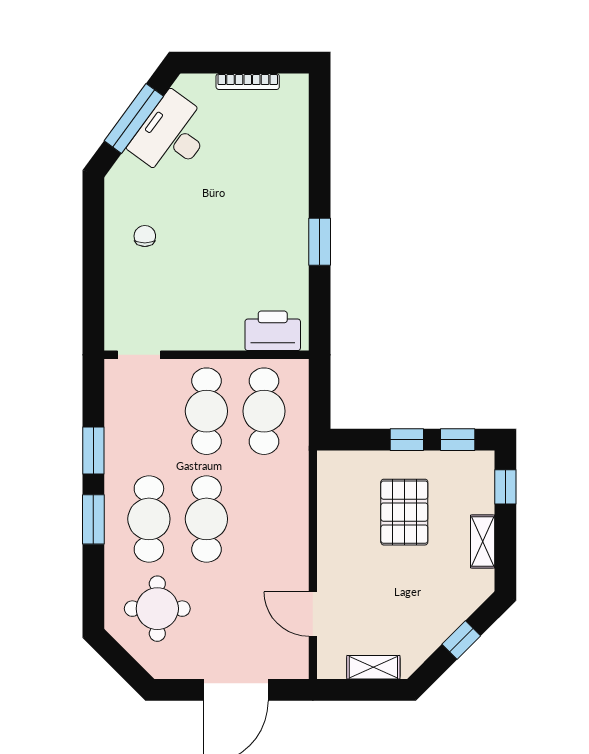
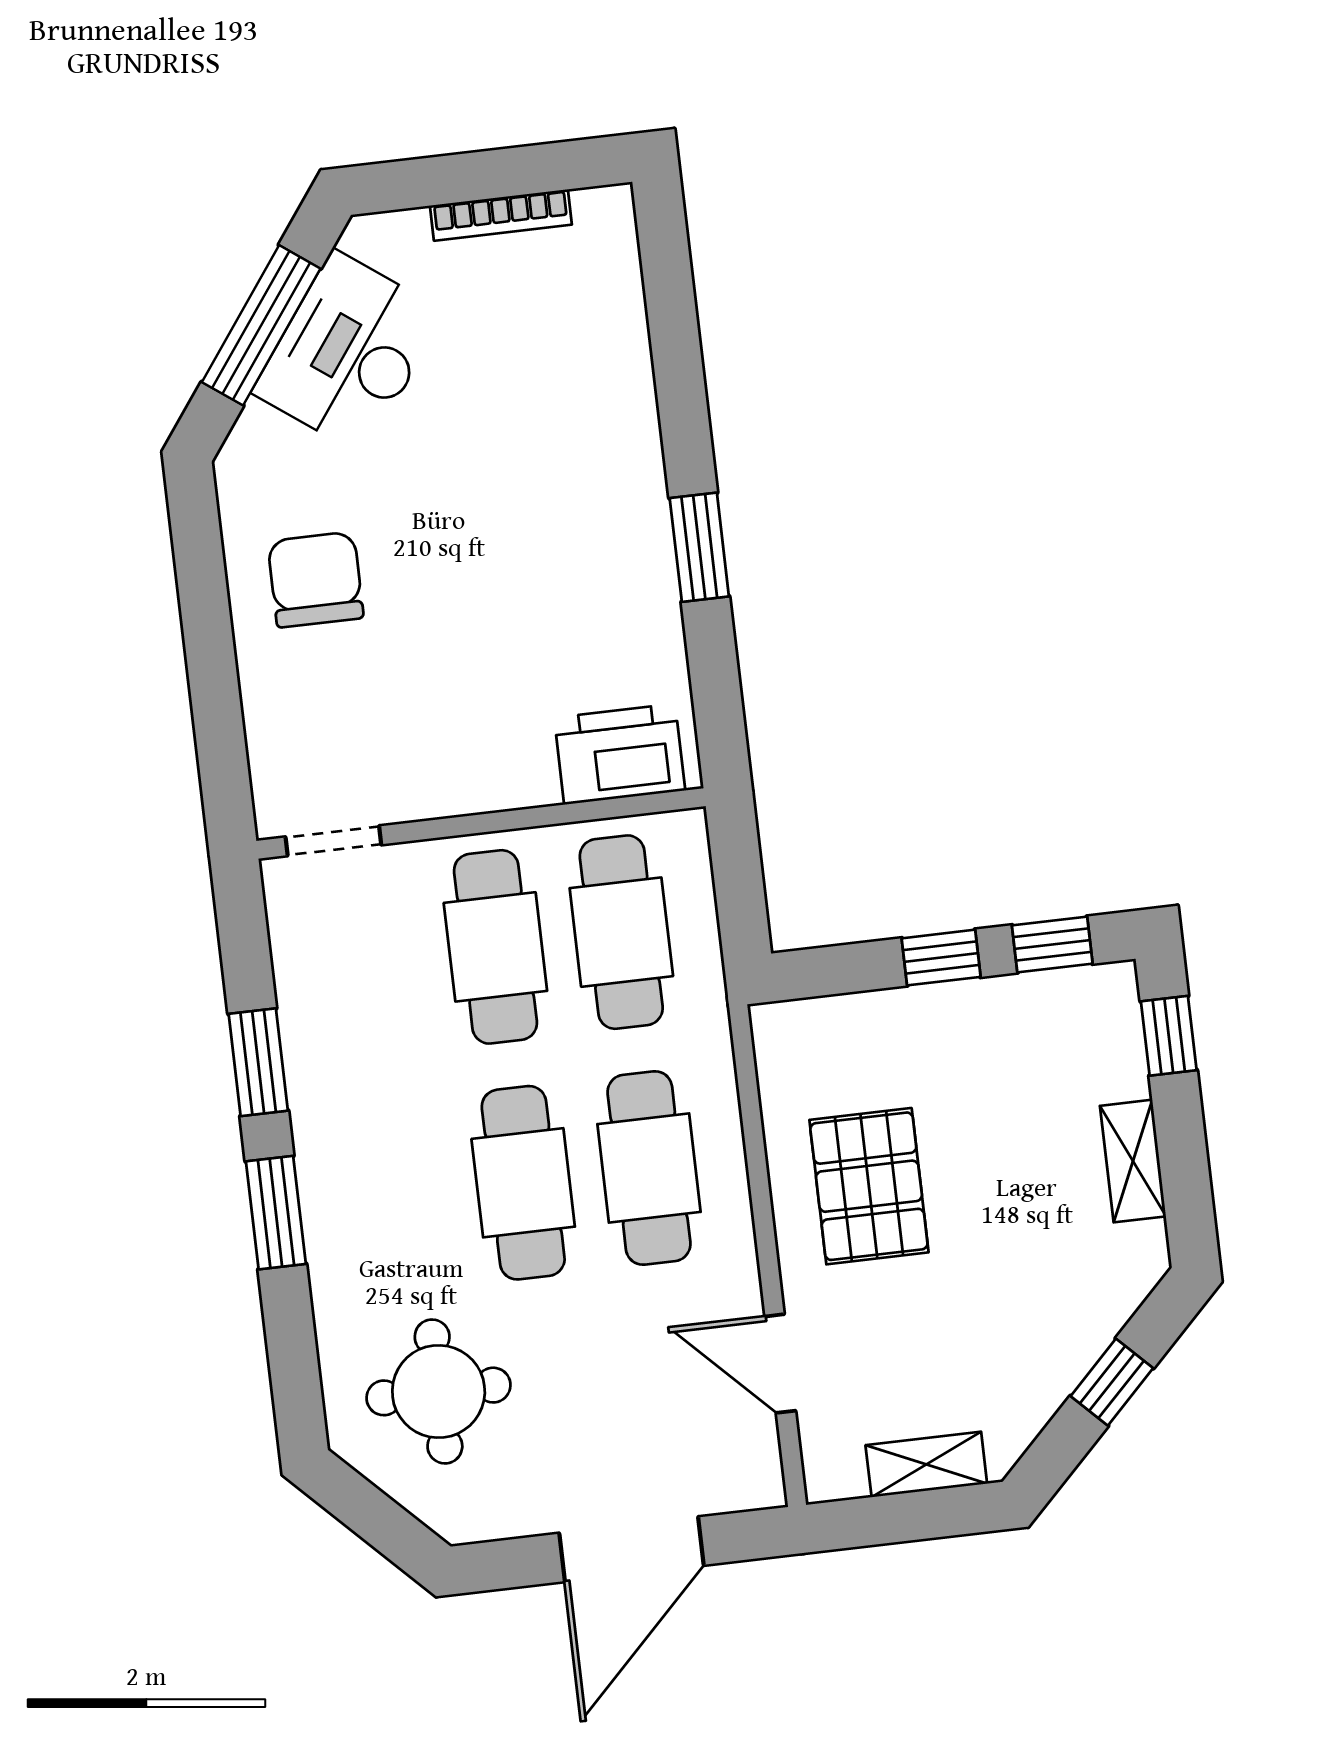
chair: (145, 236) -> (315, 580), width x1.87, depth x1.87
pallet: (404, 512) -> (869, 1186), moved
cafe table: (149, 519) -> (649, 1168), moved

